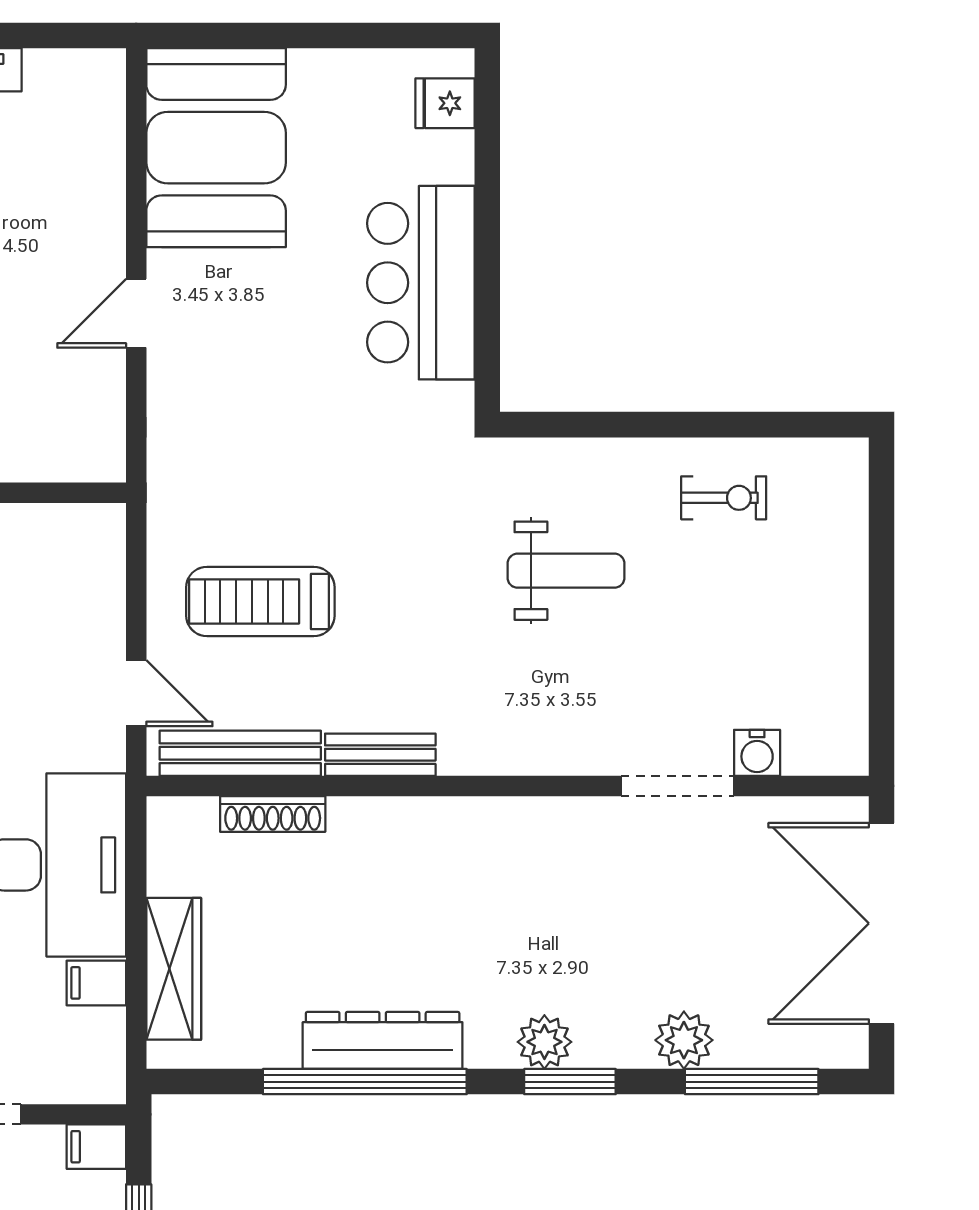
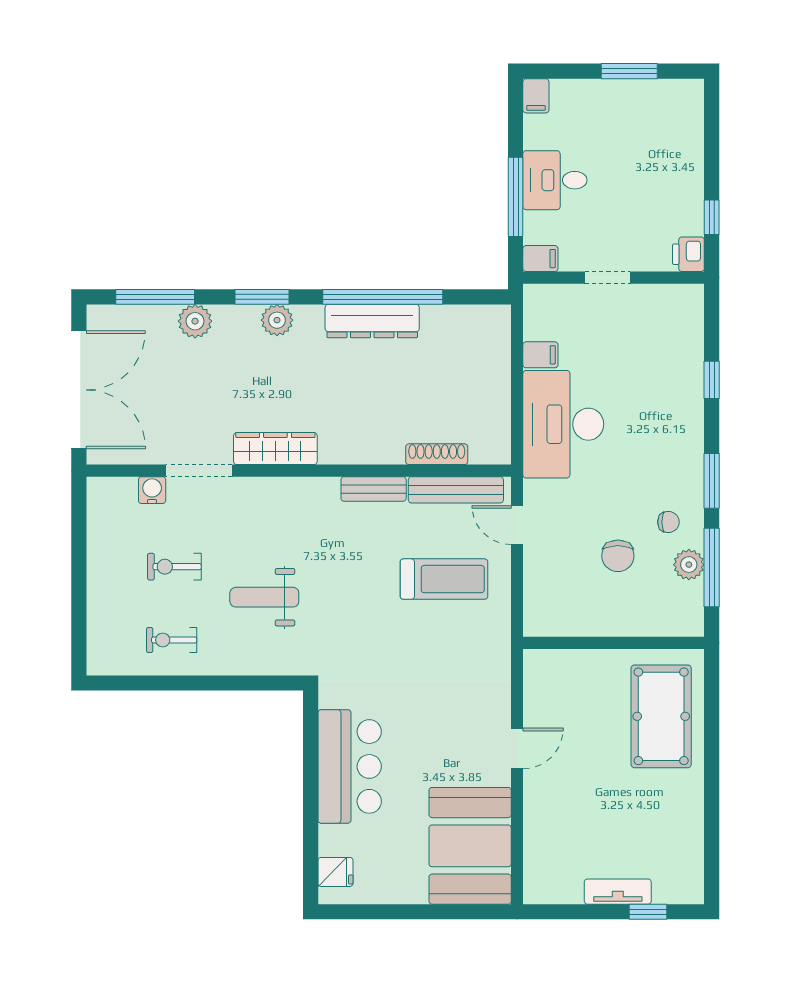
exercise bike: (719, 623) -> (174, 567), added
wardrobe: (174, 969) -> (275, 449), moved, turned 90

